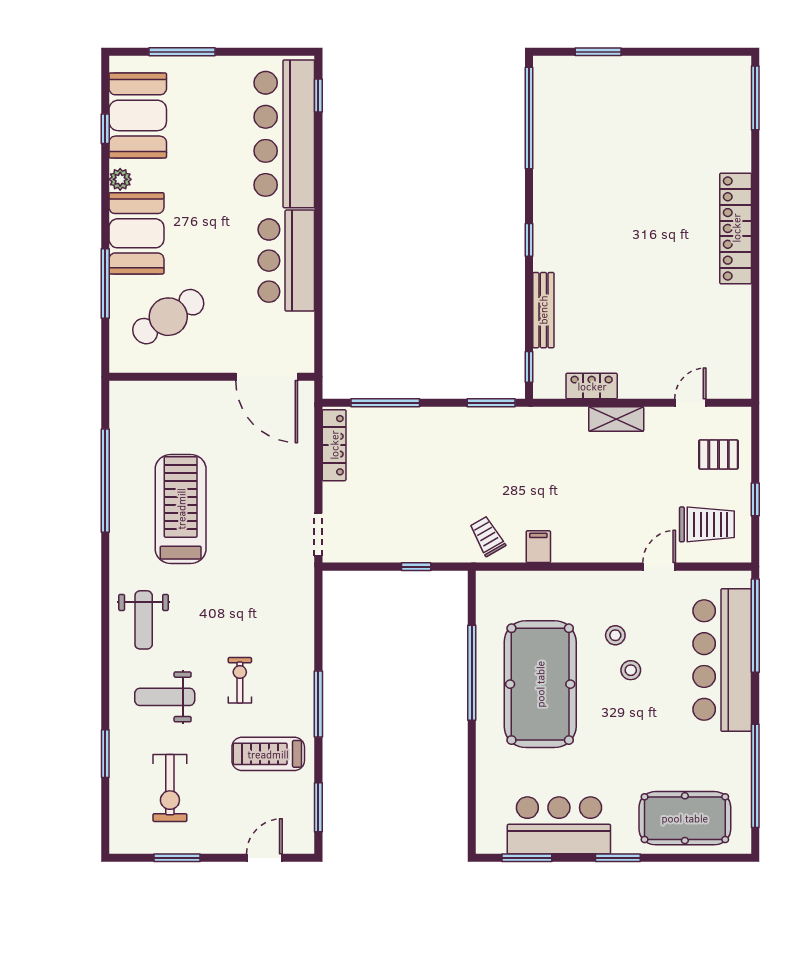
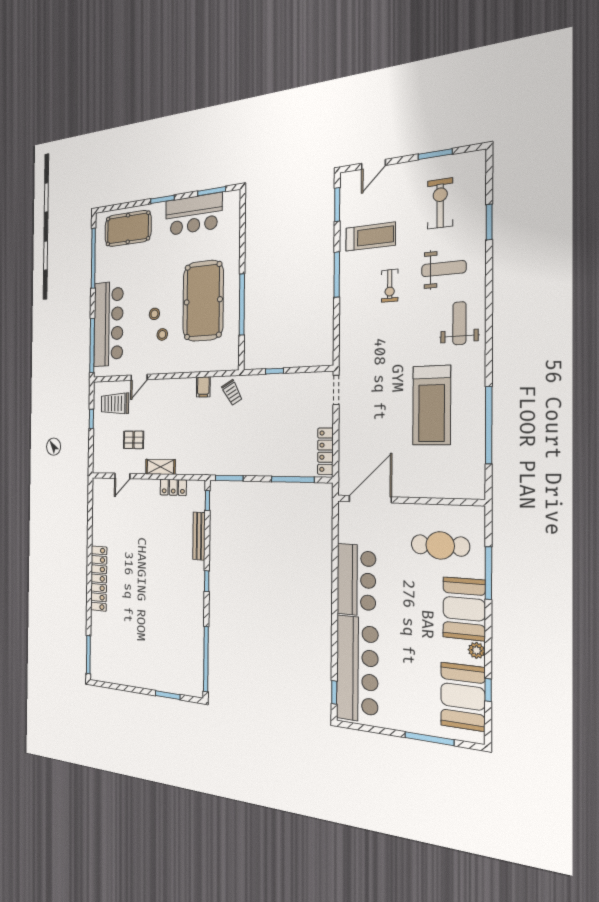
cafe table: (168, 317) -> (440, 545), turned 32
door: (267, 377) -> (370, 499), hinge flipped
pallet: (719, 454) -> (134, 440), moved

